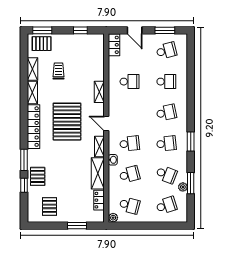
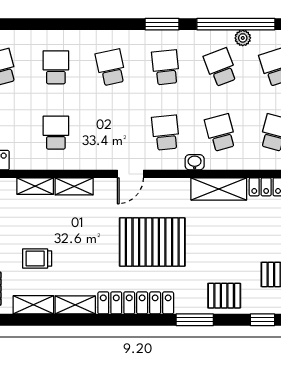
pallet: (67, 122) -> (152, 242), moved
shelving: (99, 147) -> (35, 186), moved
school desk: (166, 174) -> (221, 67), turned -42
window: (191, 183) -> (236, 24), width x2.11
window: (24, 185) -> (262, 320), moved

